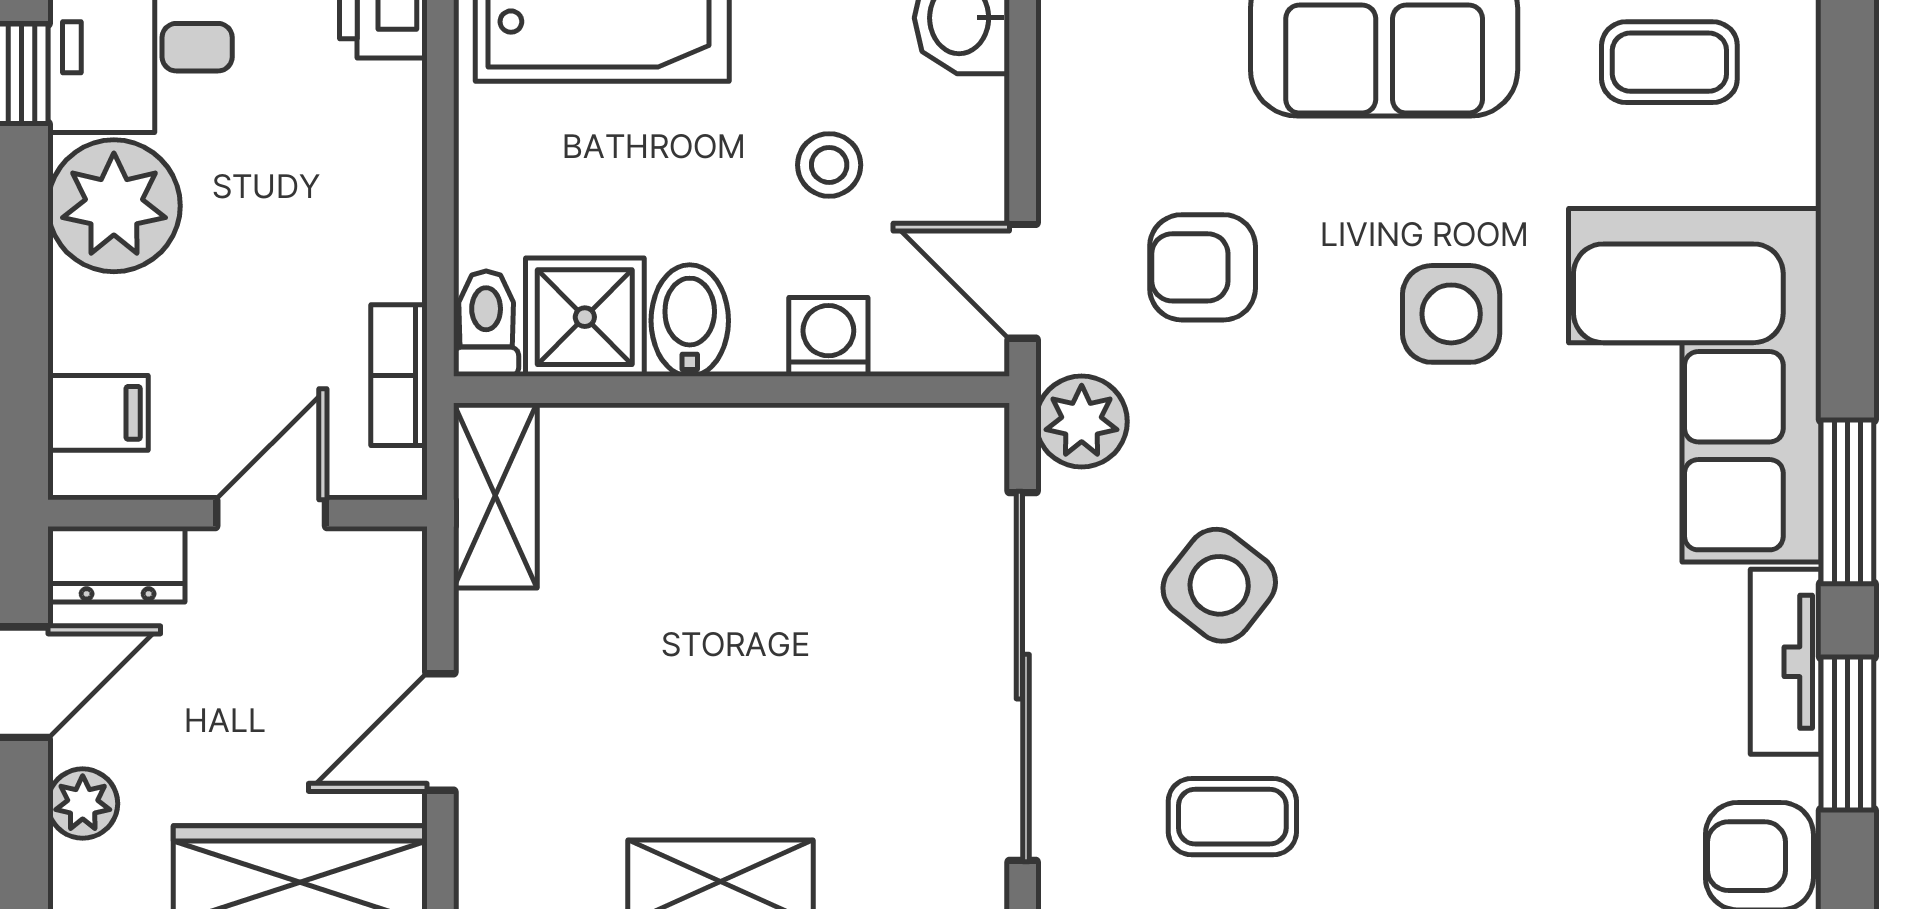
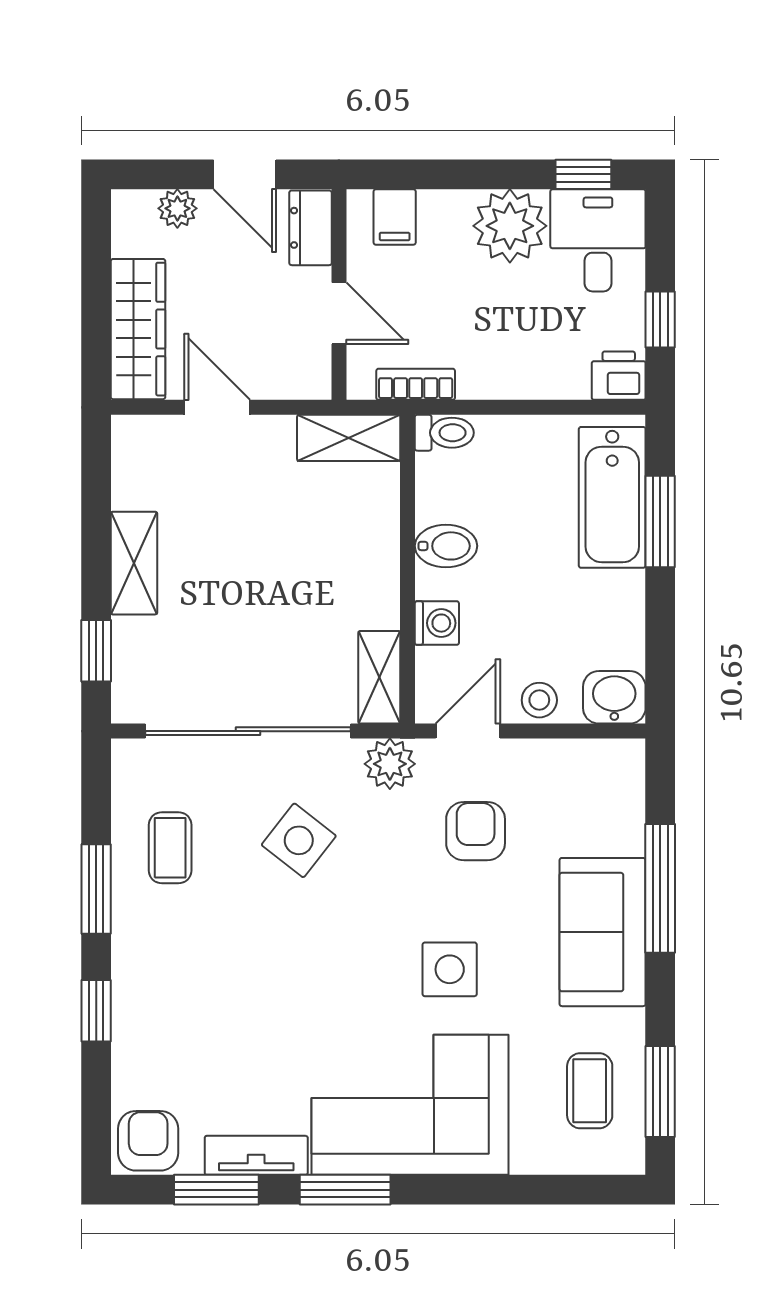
stool: (829, 165) -> (539, 700), moved
shower: (585, 317) -> (448, 488), removed
shelving: (926, 440) -> (379, 677), added

